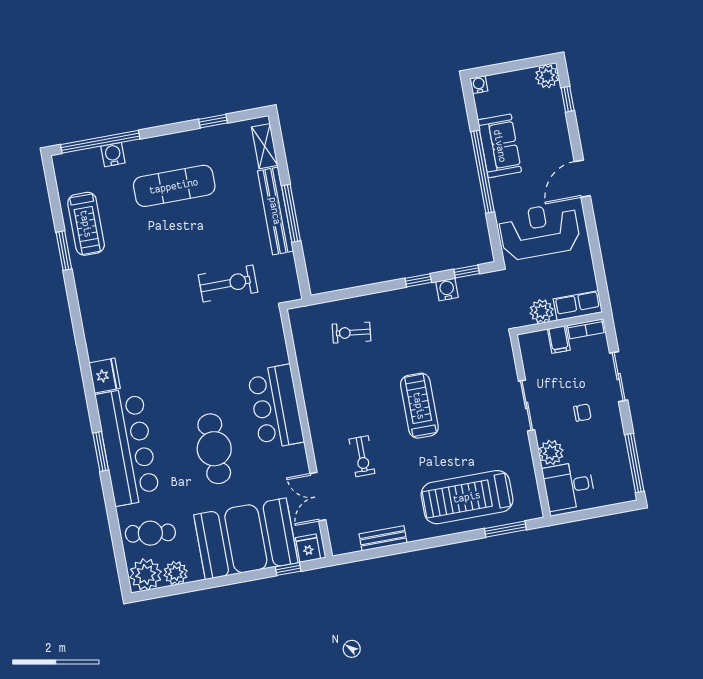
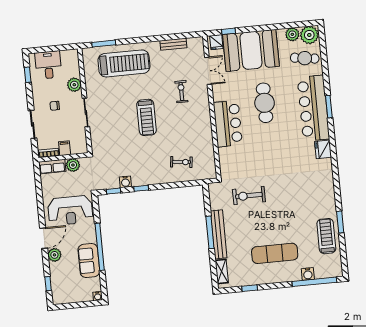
plant: (547, 76) -> (54, 255), moved
window: (634, 463) -> (28, 75), width x0.46
desk: (569, 486) -> (48, 65), moved, turned -90

